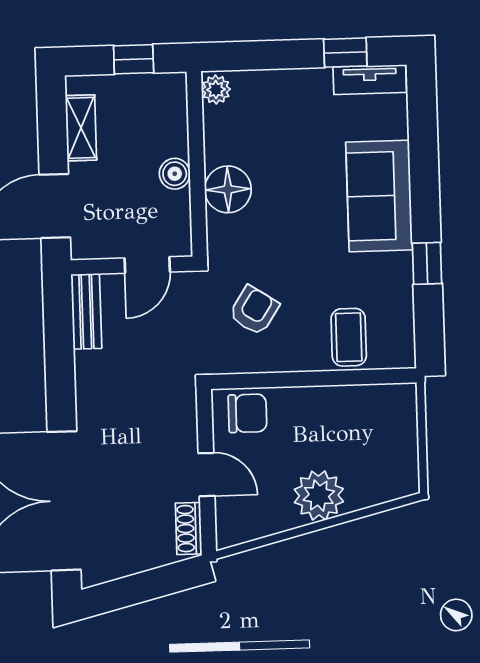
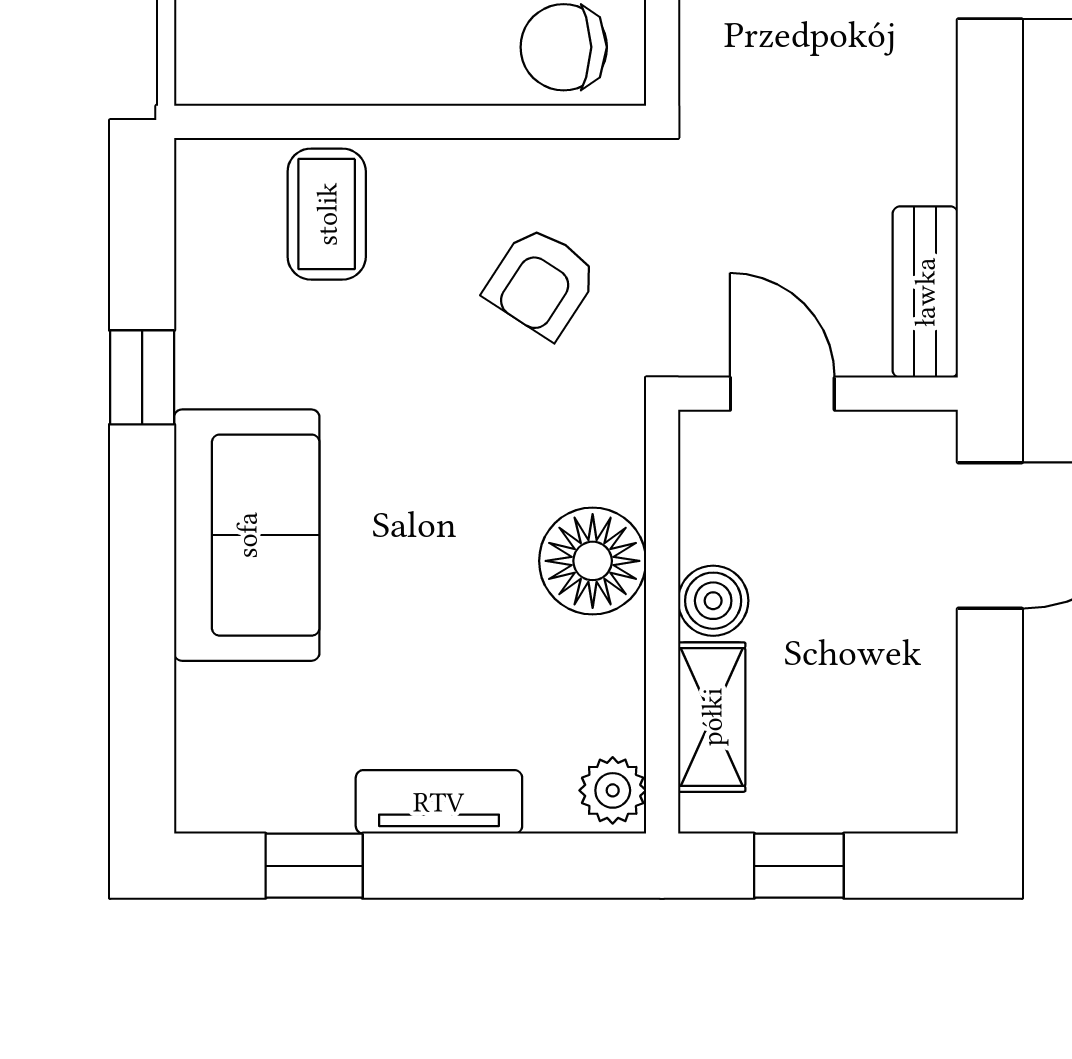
tv unit: (370, 80) -> (439, 802), moved
shelving: (81, 128) -> (712, 717), moved
door: (147, 265) -> (782, 394), hinge flipped

